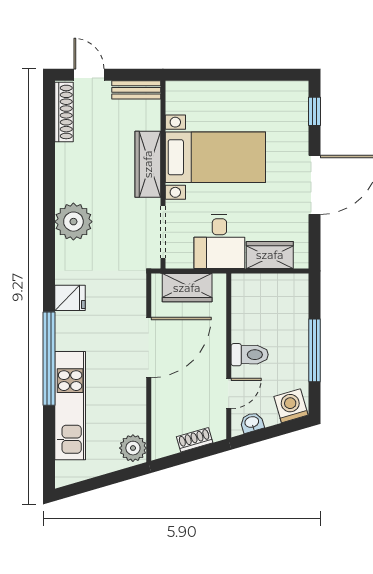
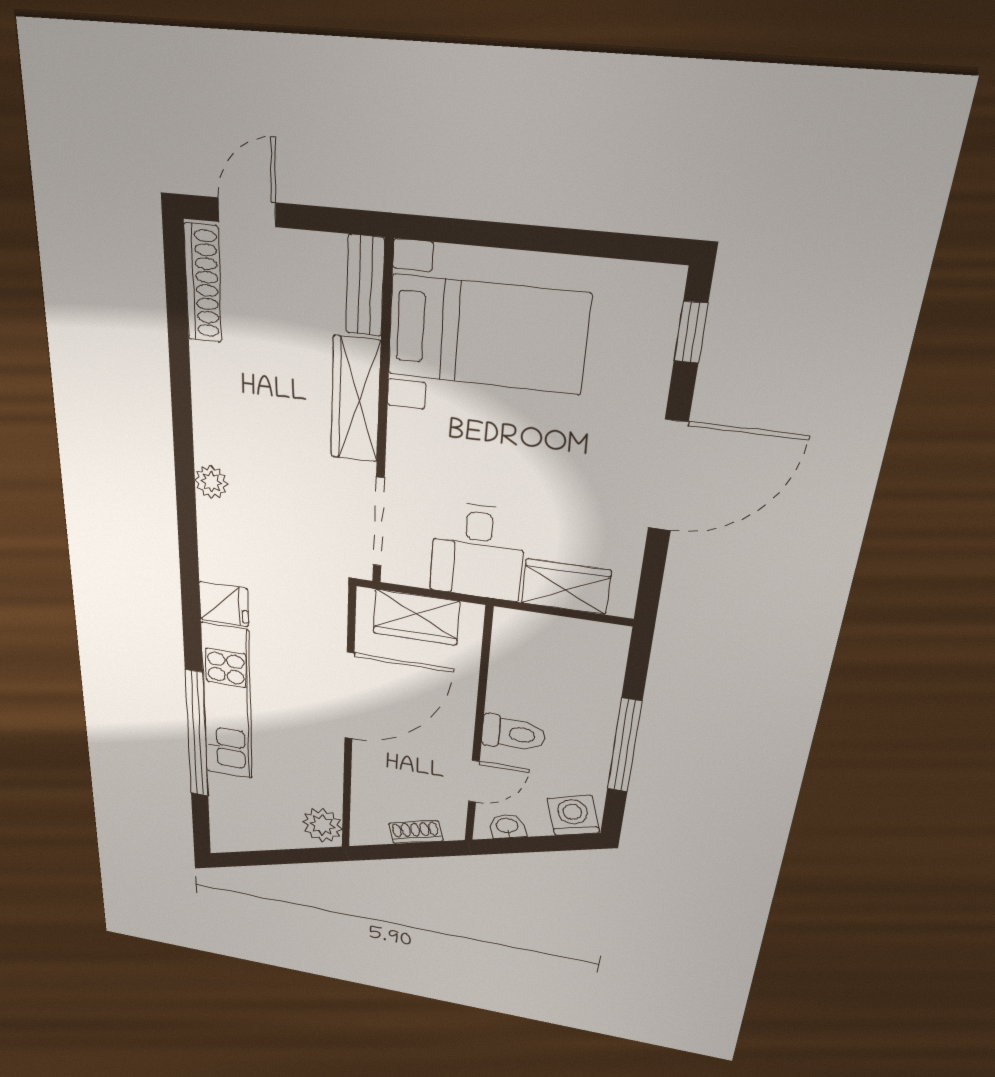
door: (89, 75) -> (247, 212), hinge flipped
bench: (136, 90) -> (365, 286), moved, turned 90
bed with nightstands: (215, 157) -> (487, 335), moved
plant: (73, 222) -> (211, 482), width x0.53, depth x0.53
window: (49, 359) -> (197, 734), moved
kitchen unit: (70, 406) -> (227, 703), moved

